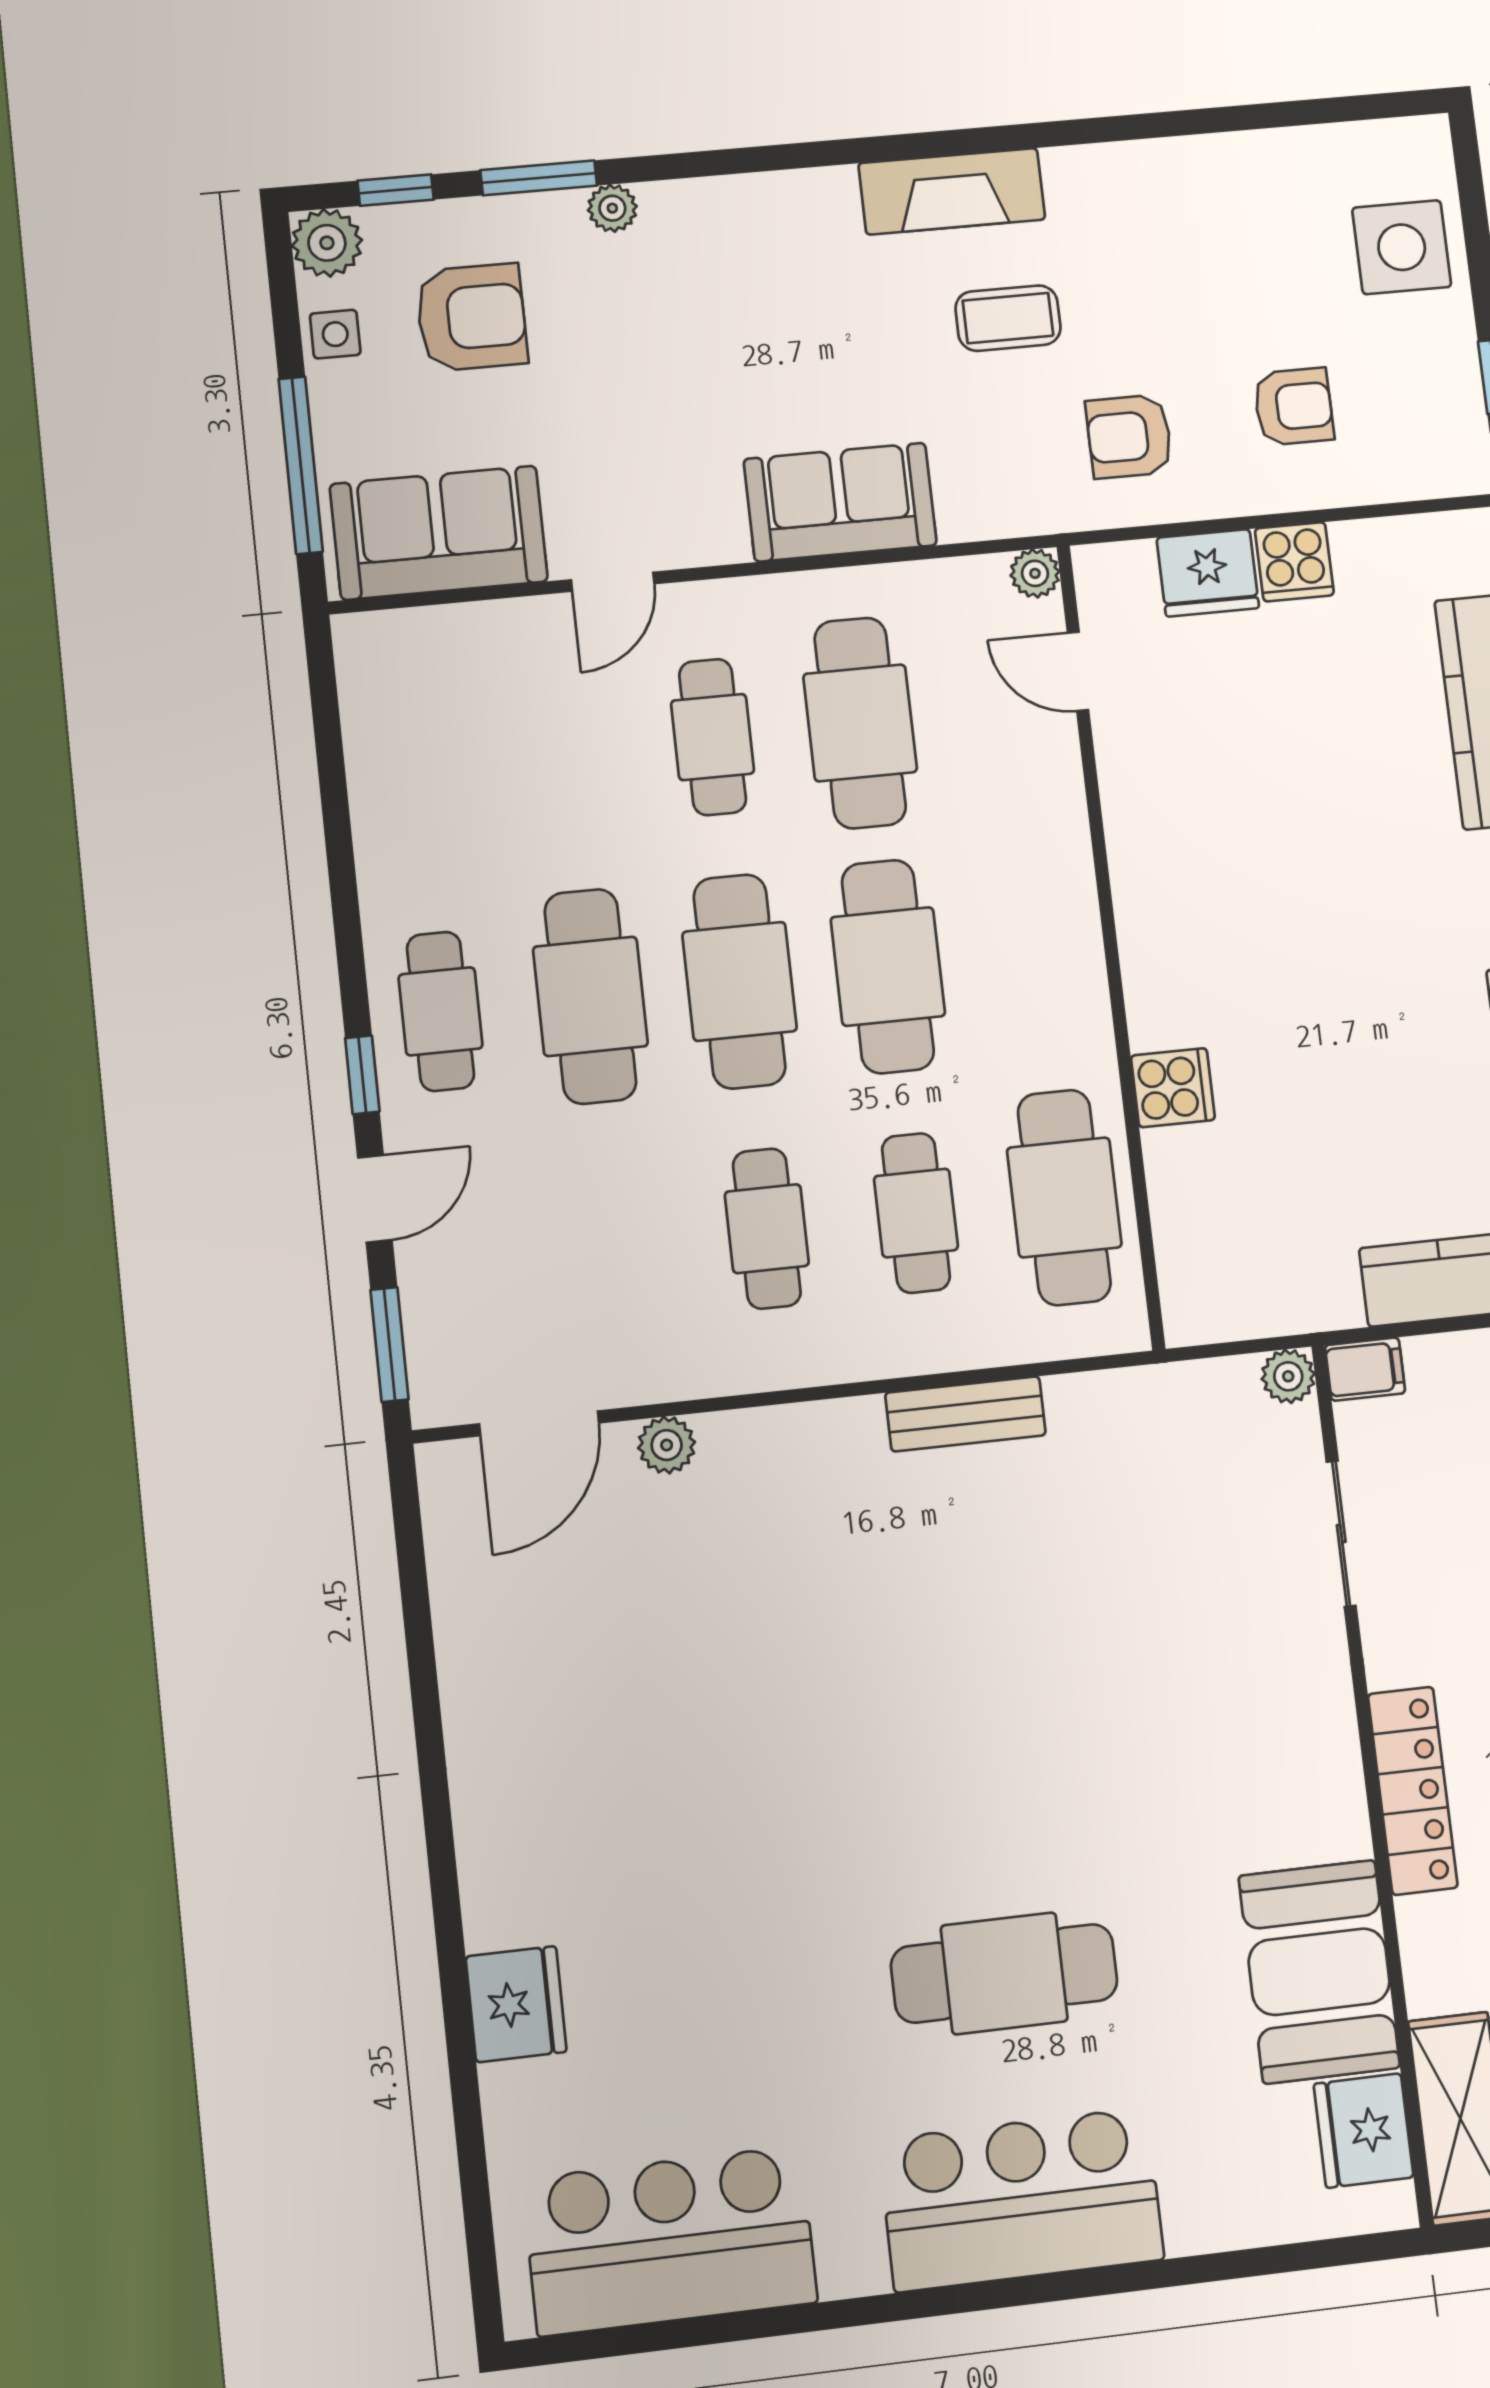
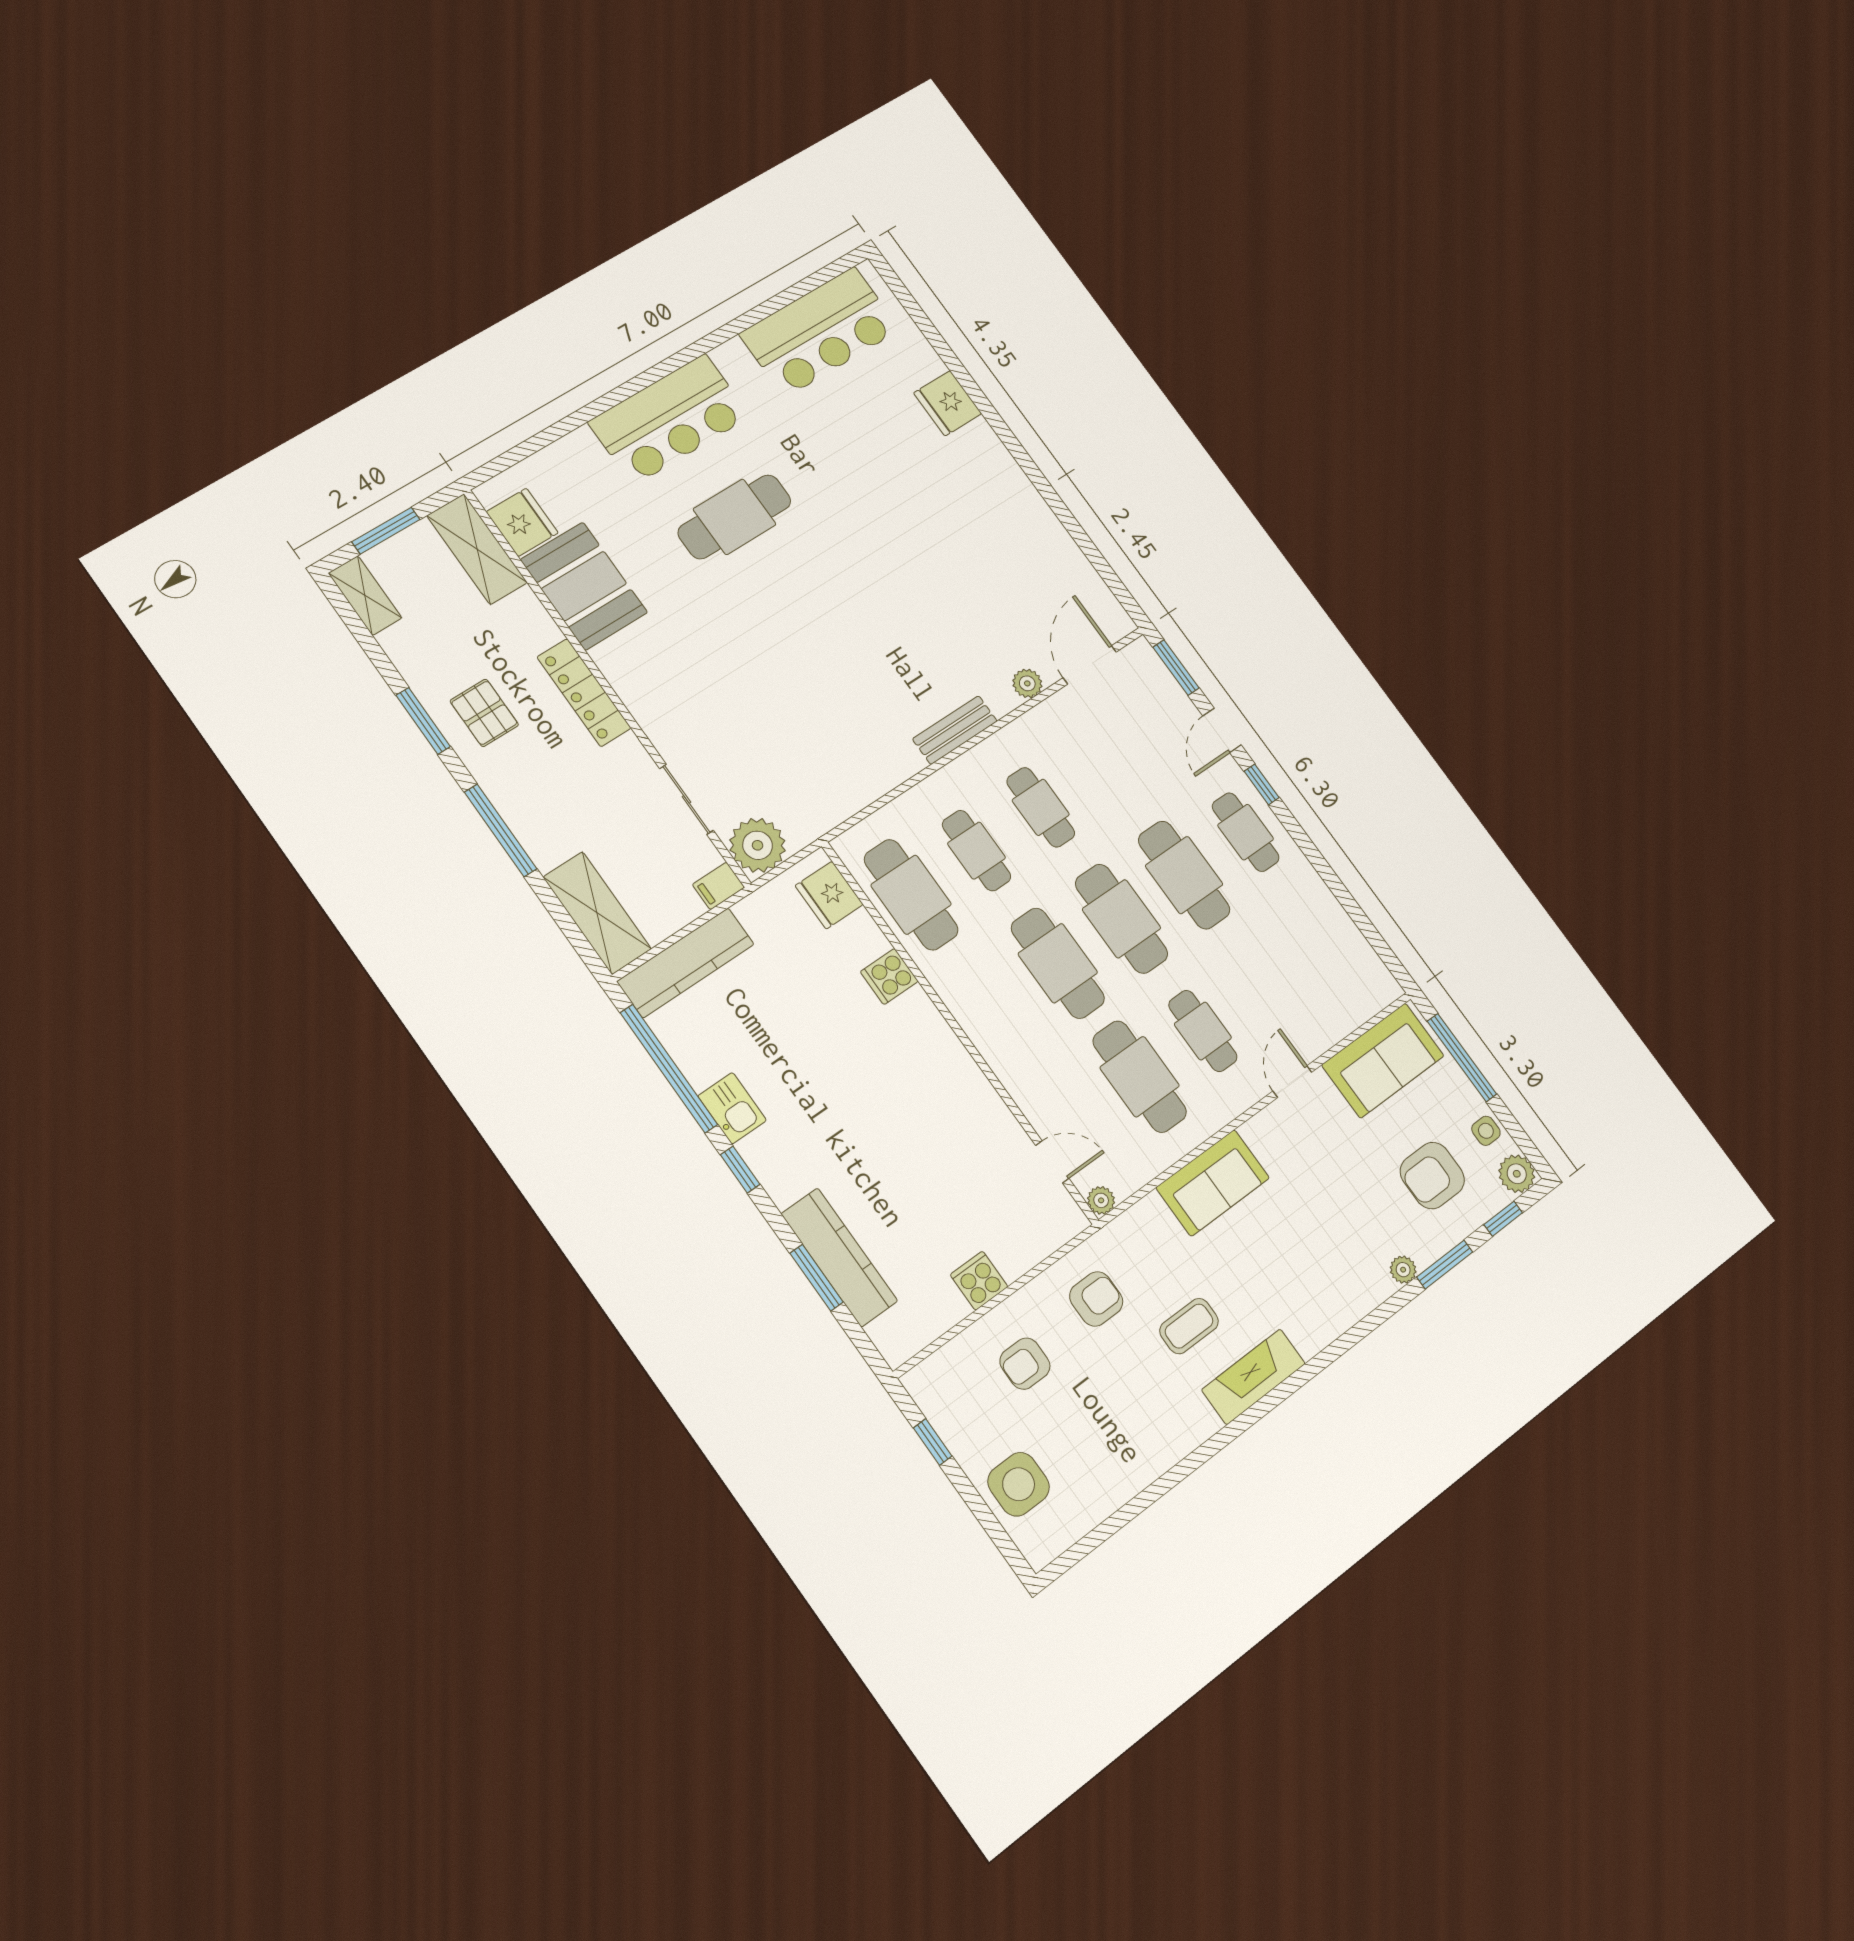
fridge: (1208, 573) -> (829, 895), moved, turned -90
plant: (1288, 1376) -> (758, 845), width x1.88, depth x1.88
bench: (965, 1414) -> (955, 730), moved

